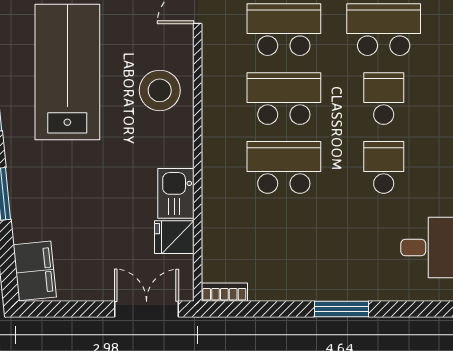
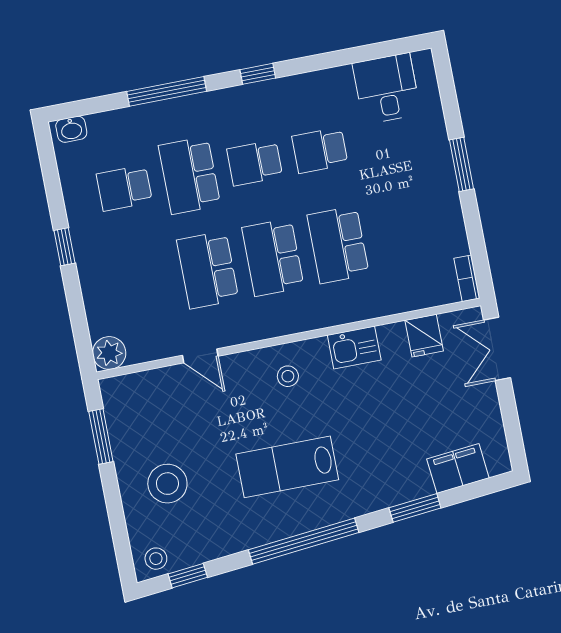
lab bench: (67, 72) -> (287, 467), width x0.73, depth x0.72
stool: (160, 90) -> (288, 376), width x0.53, depth x0.53
kitchen sink: (176, 193) -> (354, 348), moved
filing cabinet: (35, 271) -> (458, 468), moved

